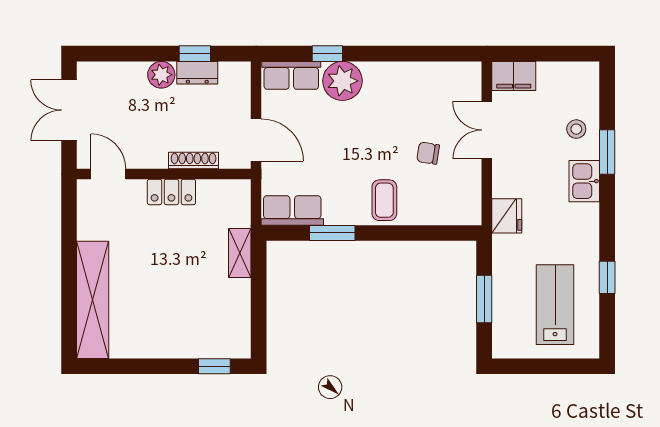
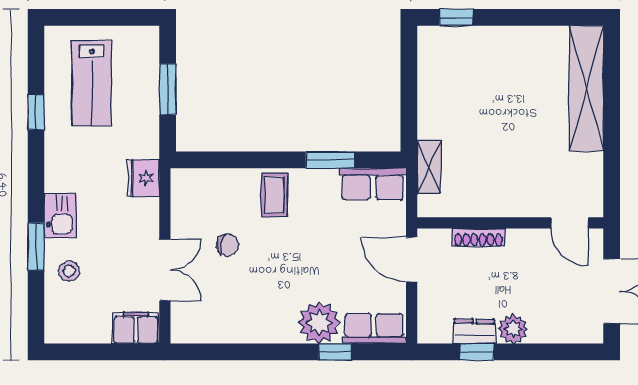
locker: (171, 192) -> (502, 204), removed
shelving: (240, 253) -> (429, 167), moved

